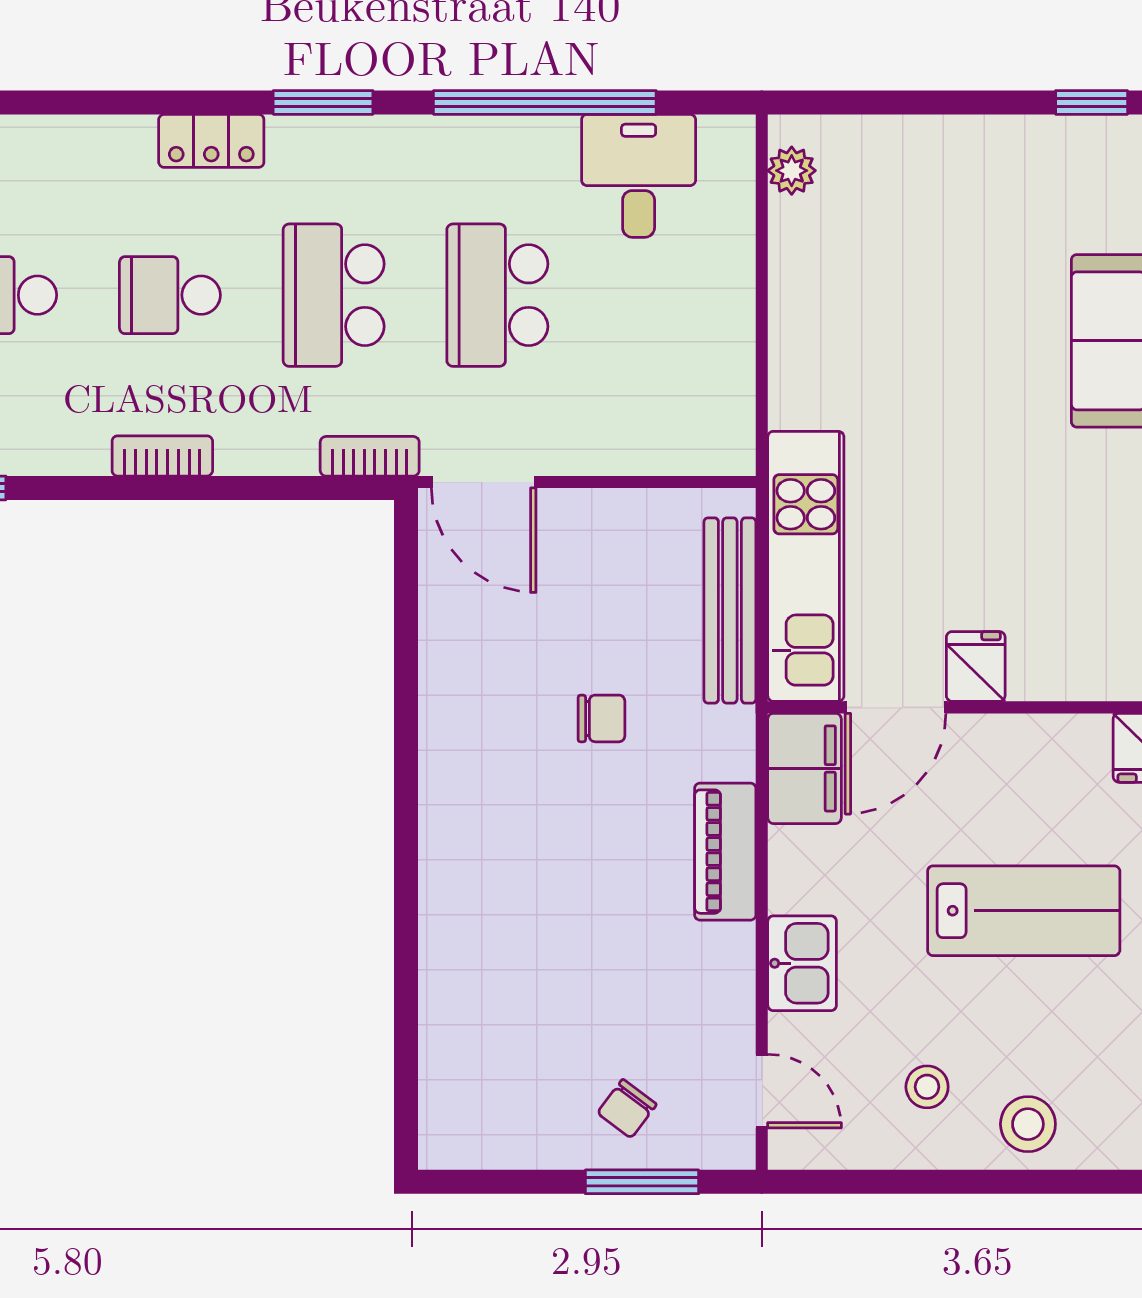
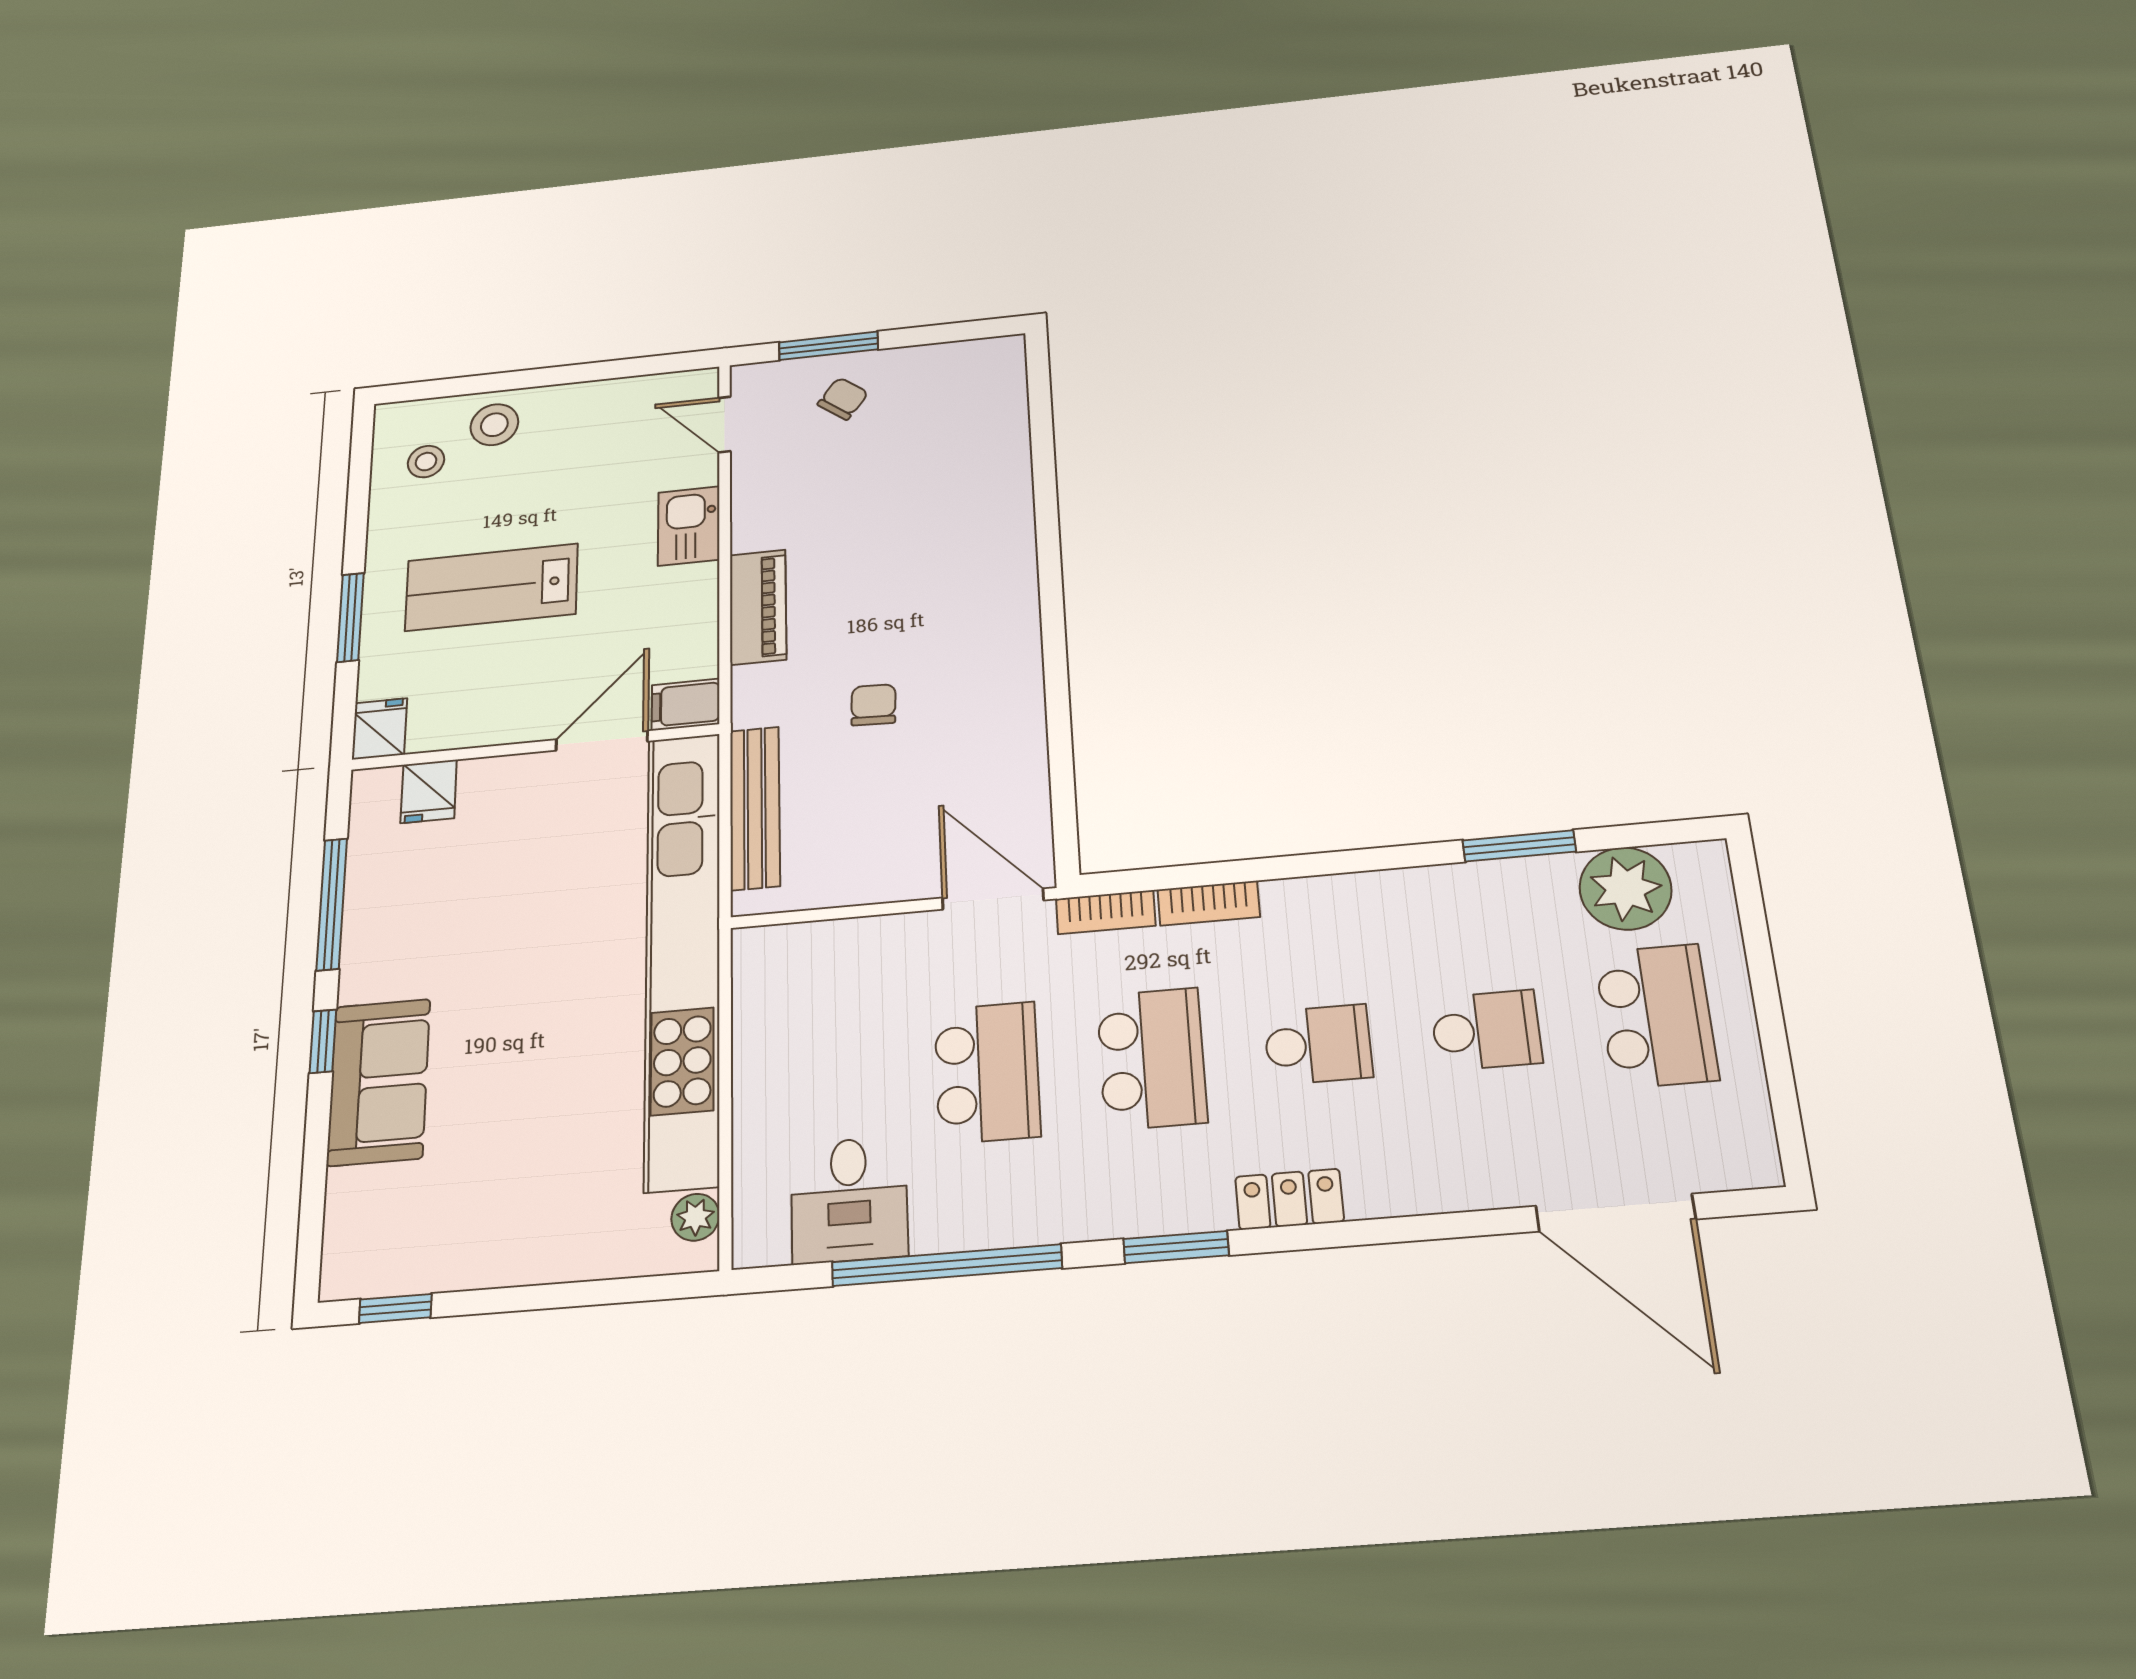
bookcase: (162, 456) -> (1209, 903), moved
kitchen unit: (806, 566) -> (683, 955), width x1.86
fridge: (976, 666) -> (429, 791), moved
chair: (601, 718) -> (873, 705), turned 92
filing cabinet: (804, 768) -> (686, 705), width x0.50
stool: (927, 1087) -> (426, 462), moved

